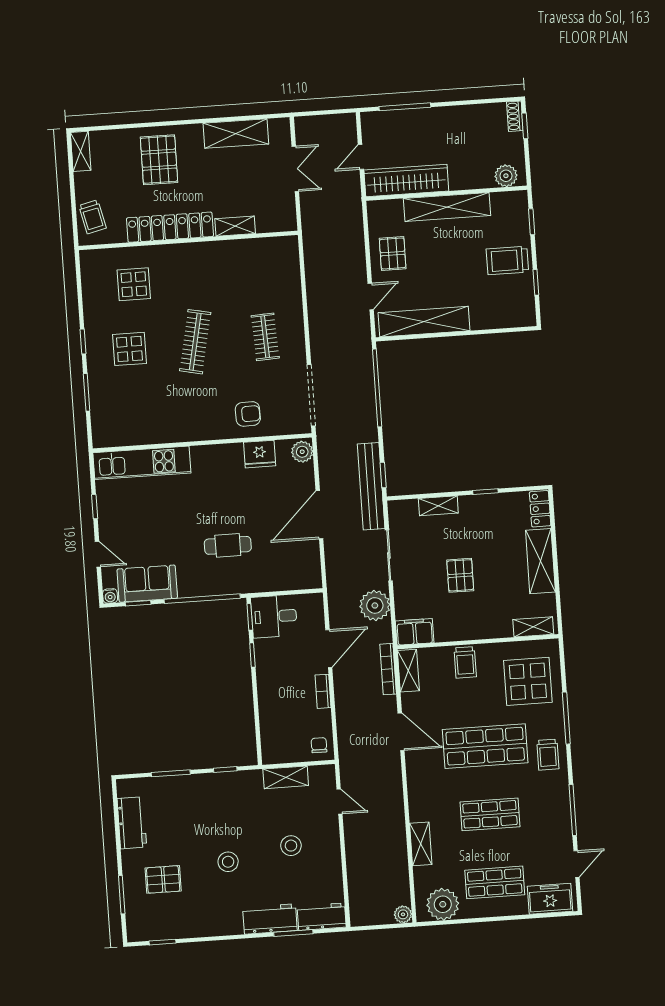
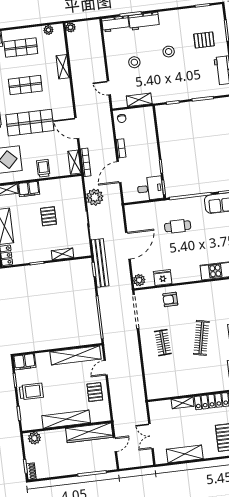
filing cabinet: (517, 315) -> (24, 362), added
filing cabinet: (415, 632) -> (29, 189), moved
plant: (443, 904) -> (48, 30), width x0.53, depth x0.53

